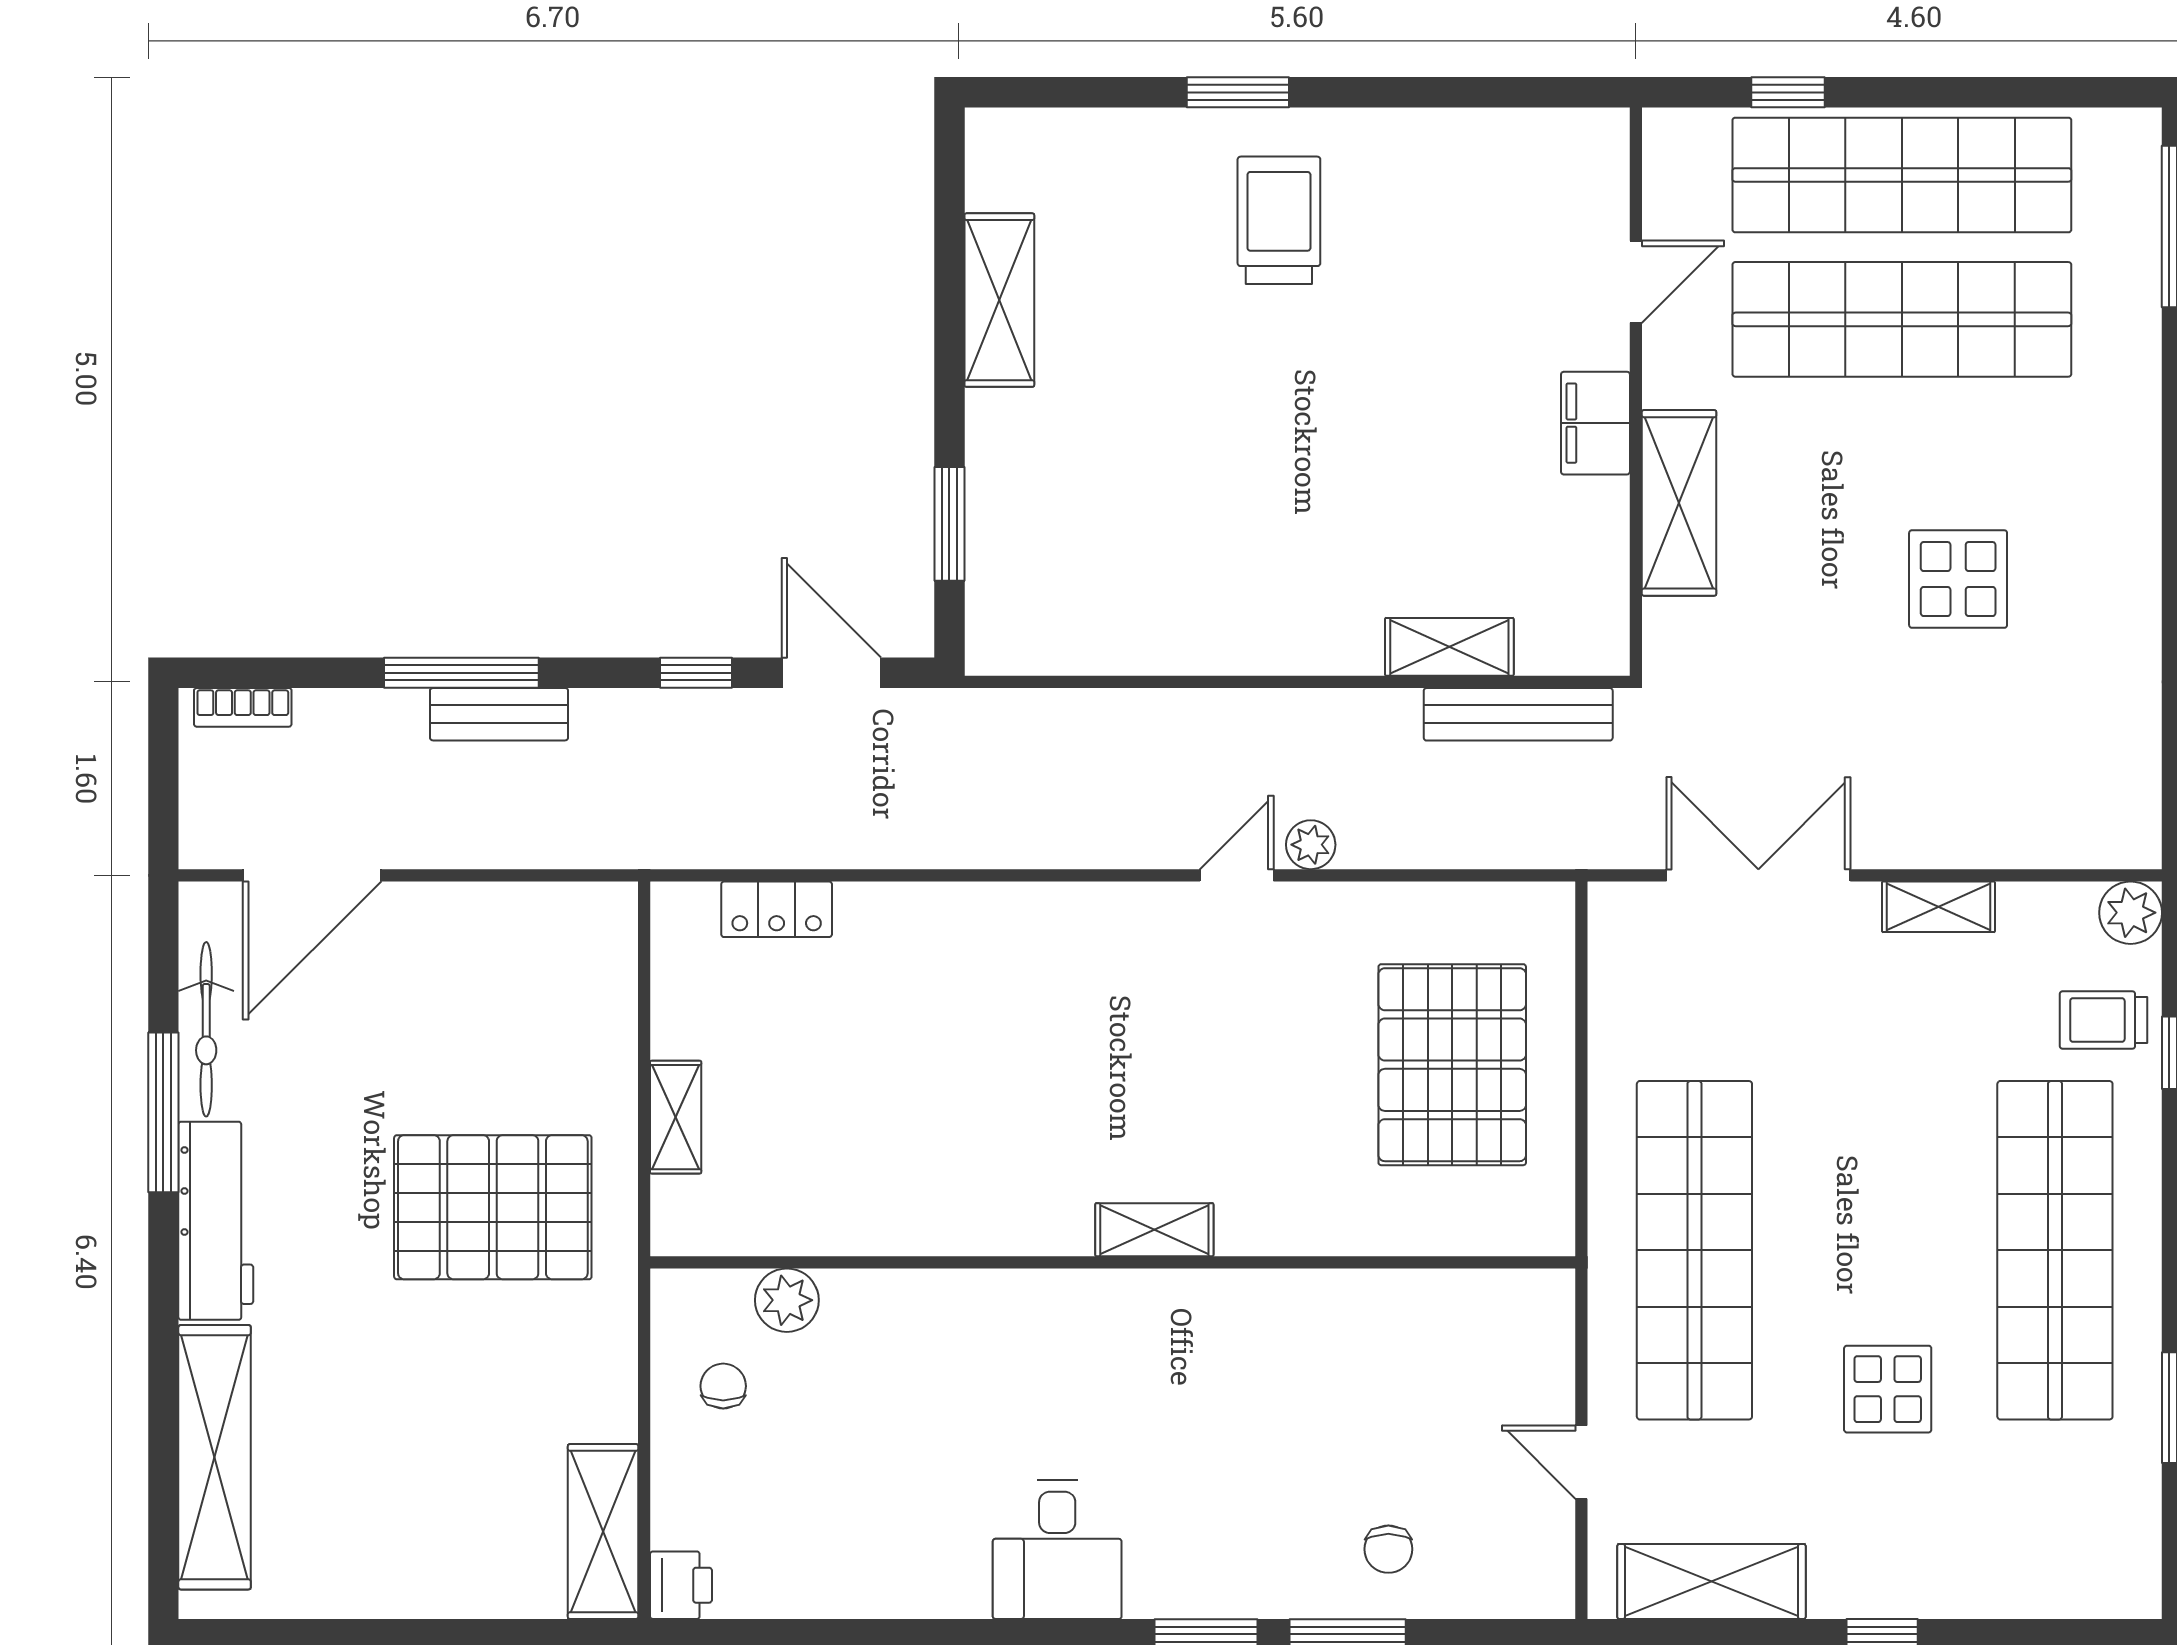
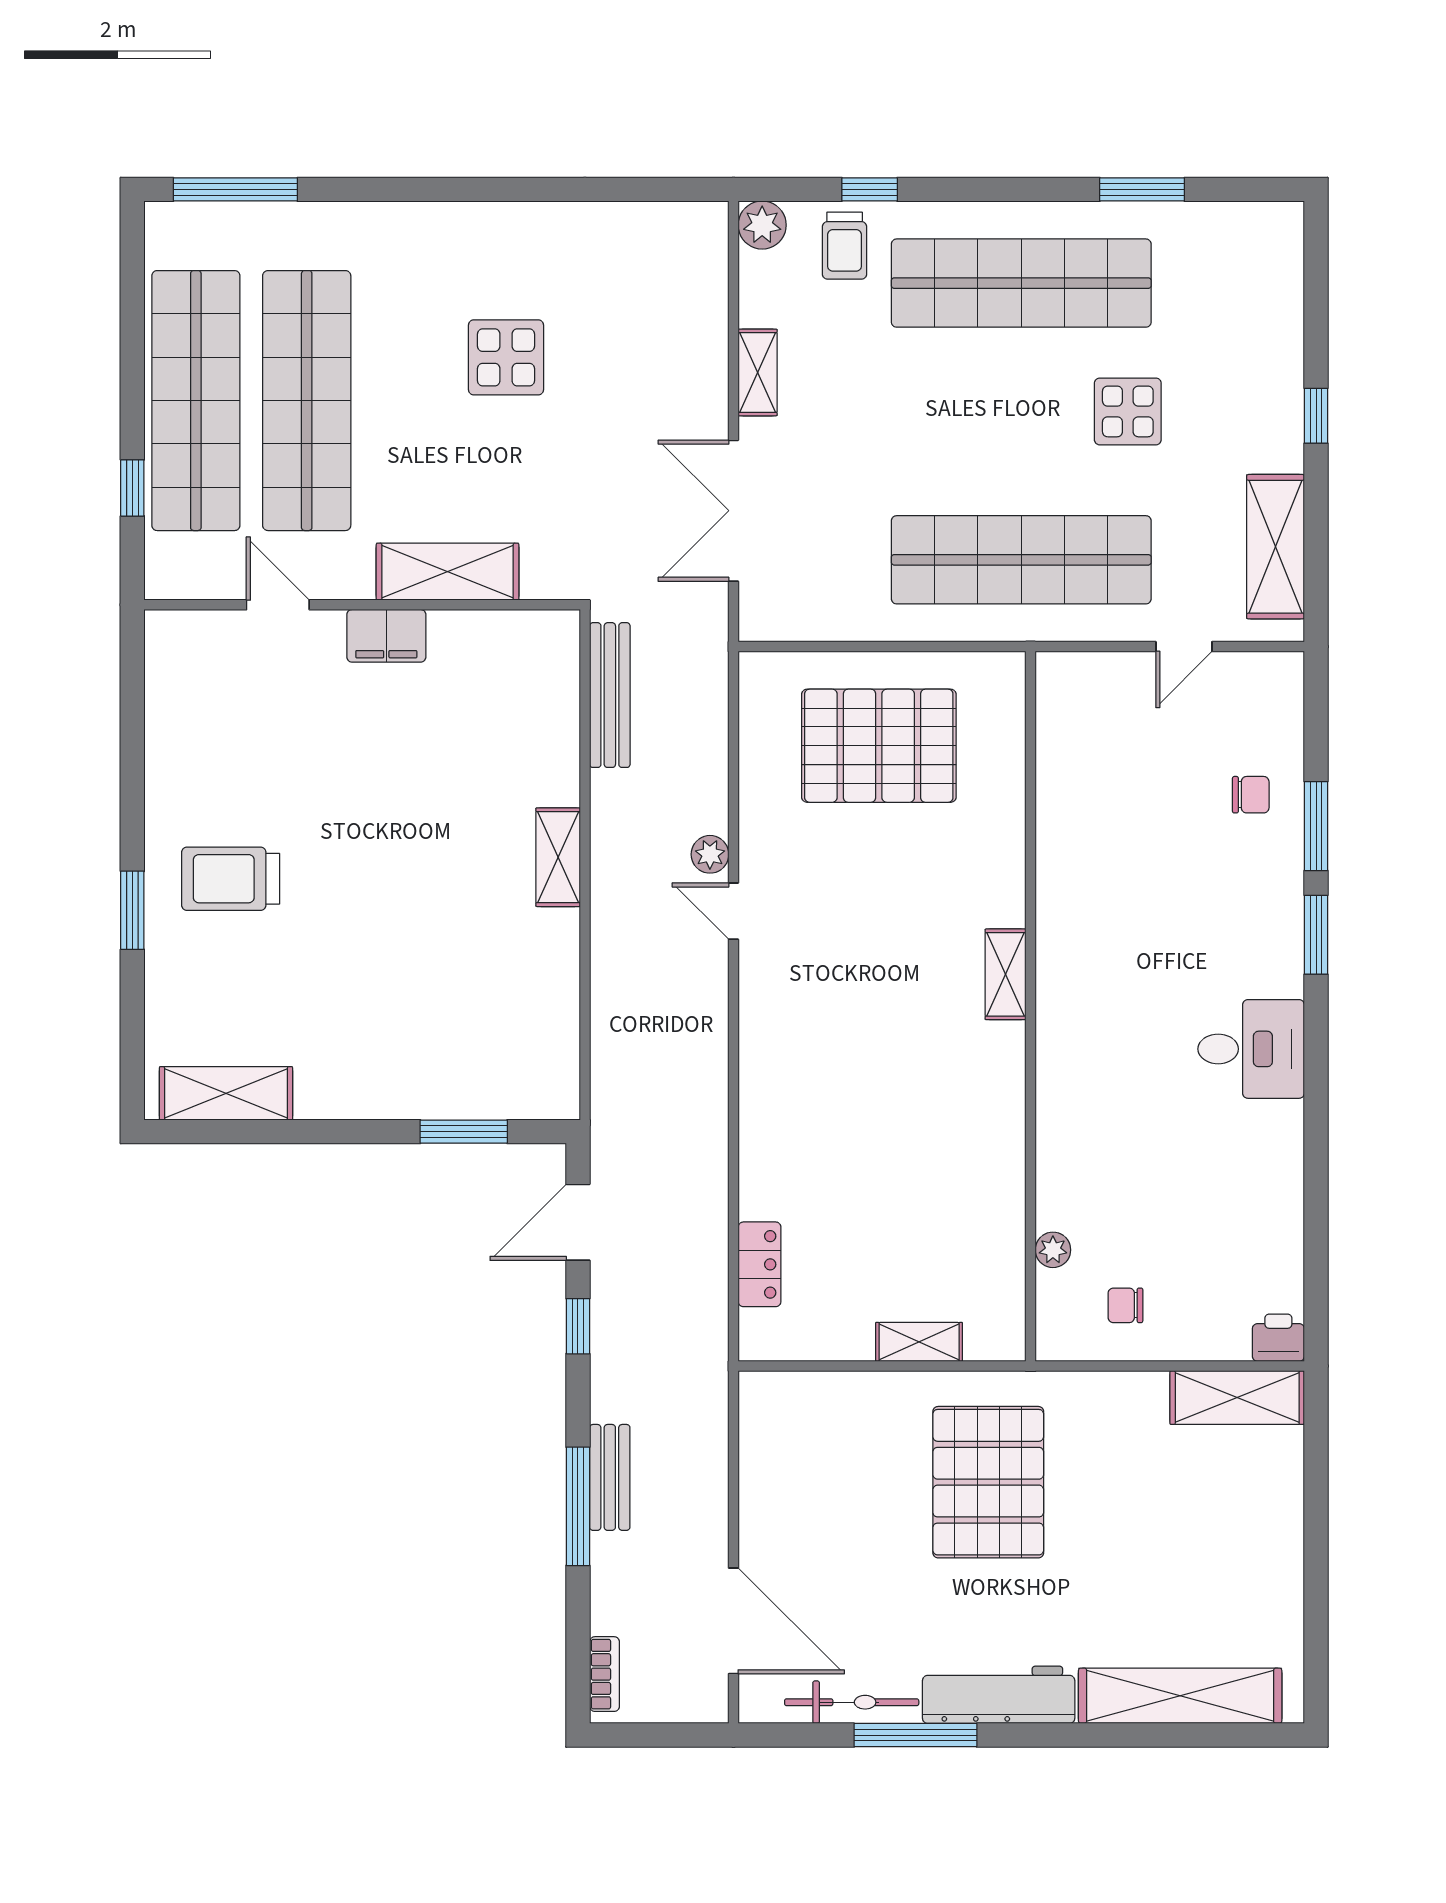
shelving: (999, 300) -> (226, 1093), moved
shelving: (1449, 647) -> (558, 857), moved
plant: (787, 1300) -> (1053, 1250), width x0.73, depth x0.73

